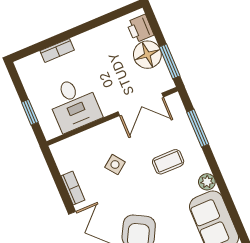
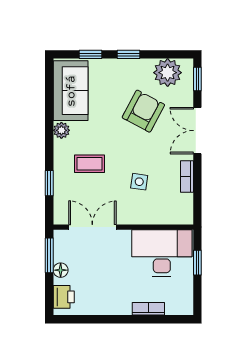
floor lamp: (147, 55) -> (61, 270), width x0.53, depth x0.53
desk: (74, 104) -> (162, 253), width x1.37
window: (198, 128) -> (49, 183), width x0.67
side table: (115, 165) -> (139, 182), turned 45

